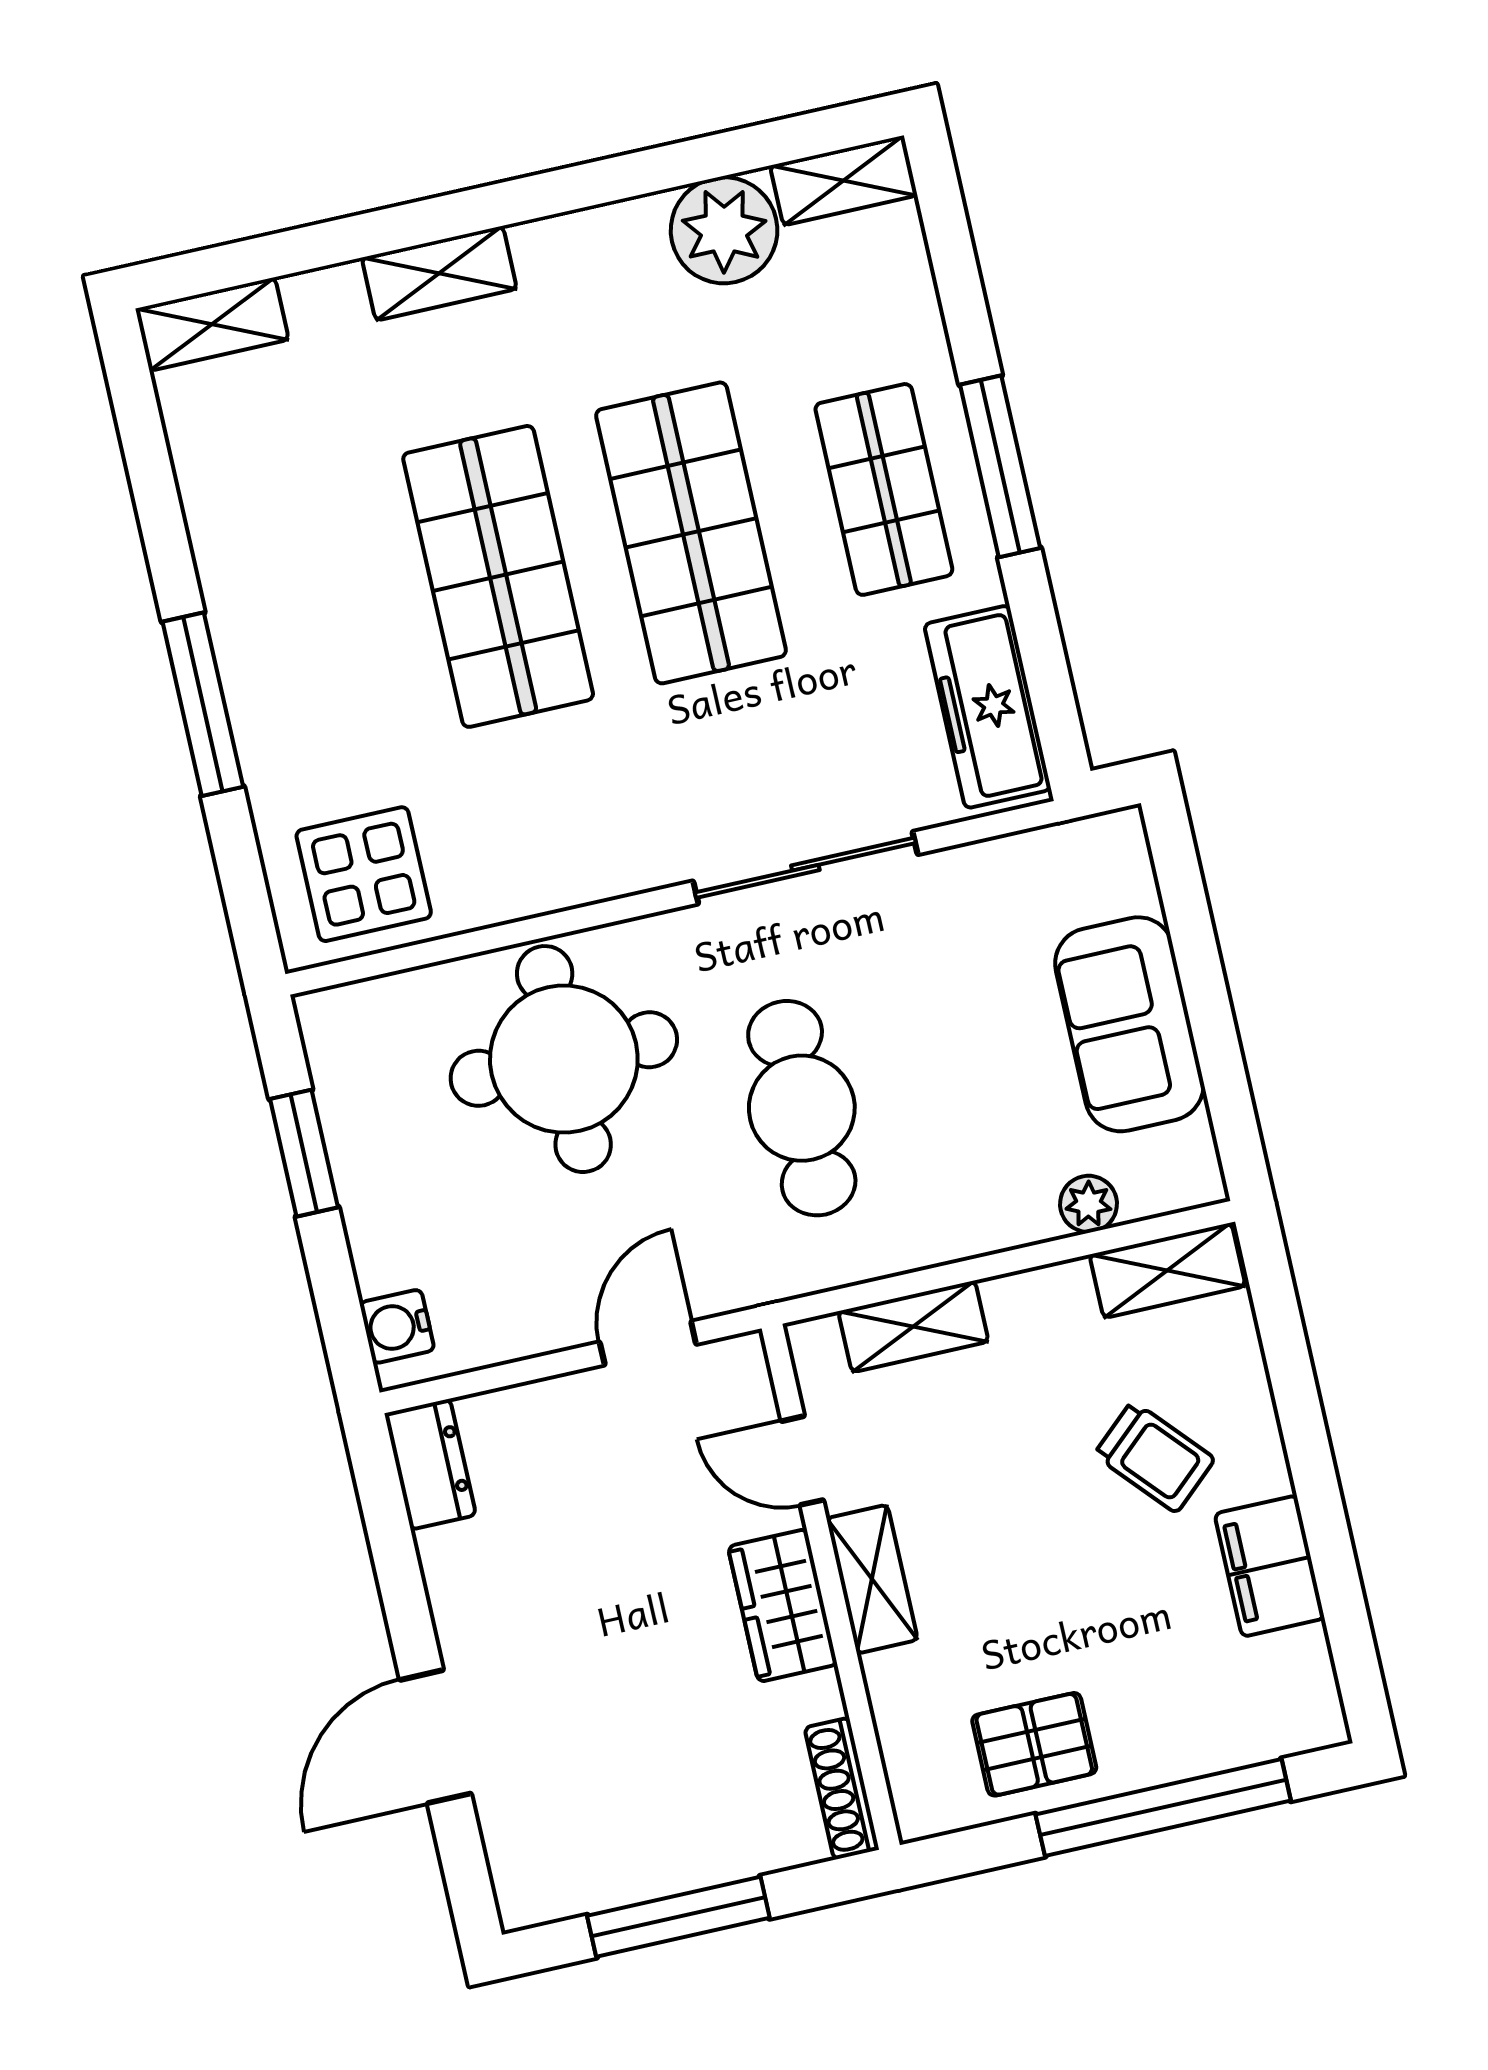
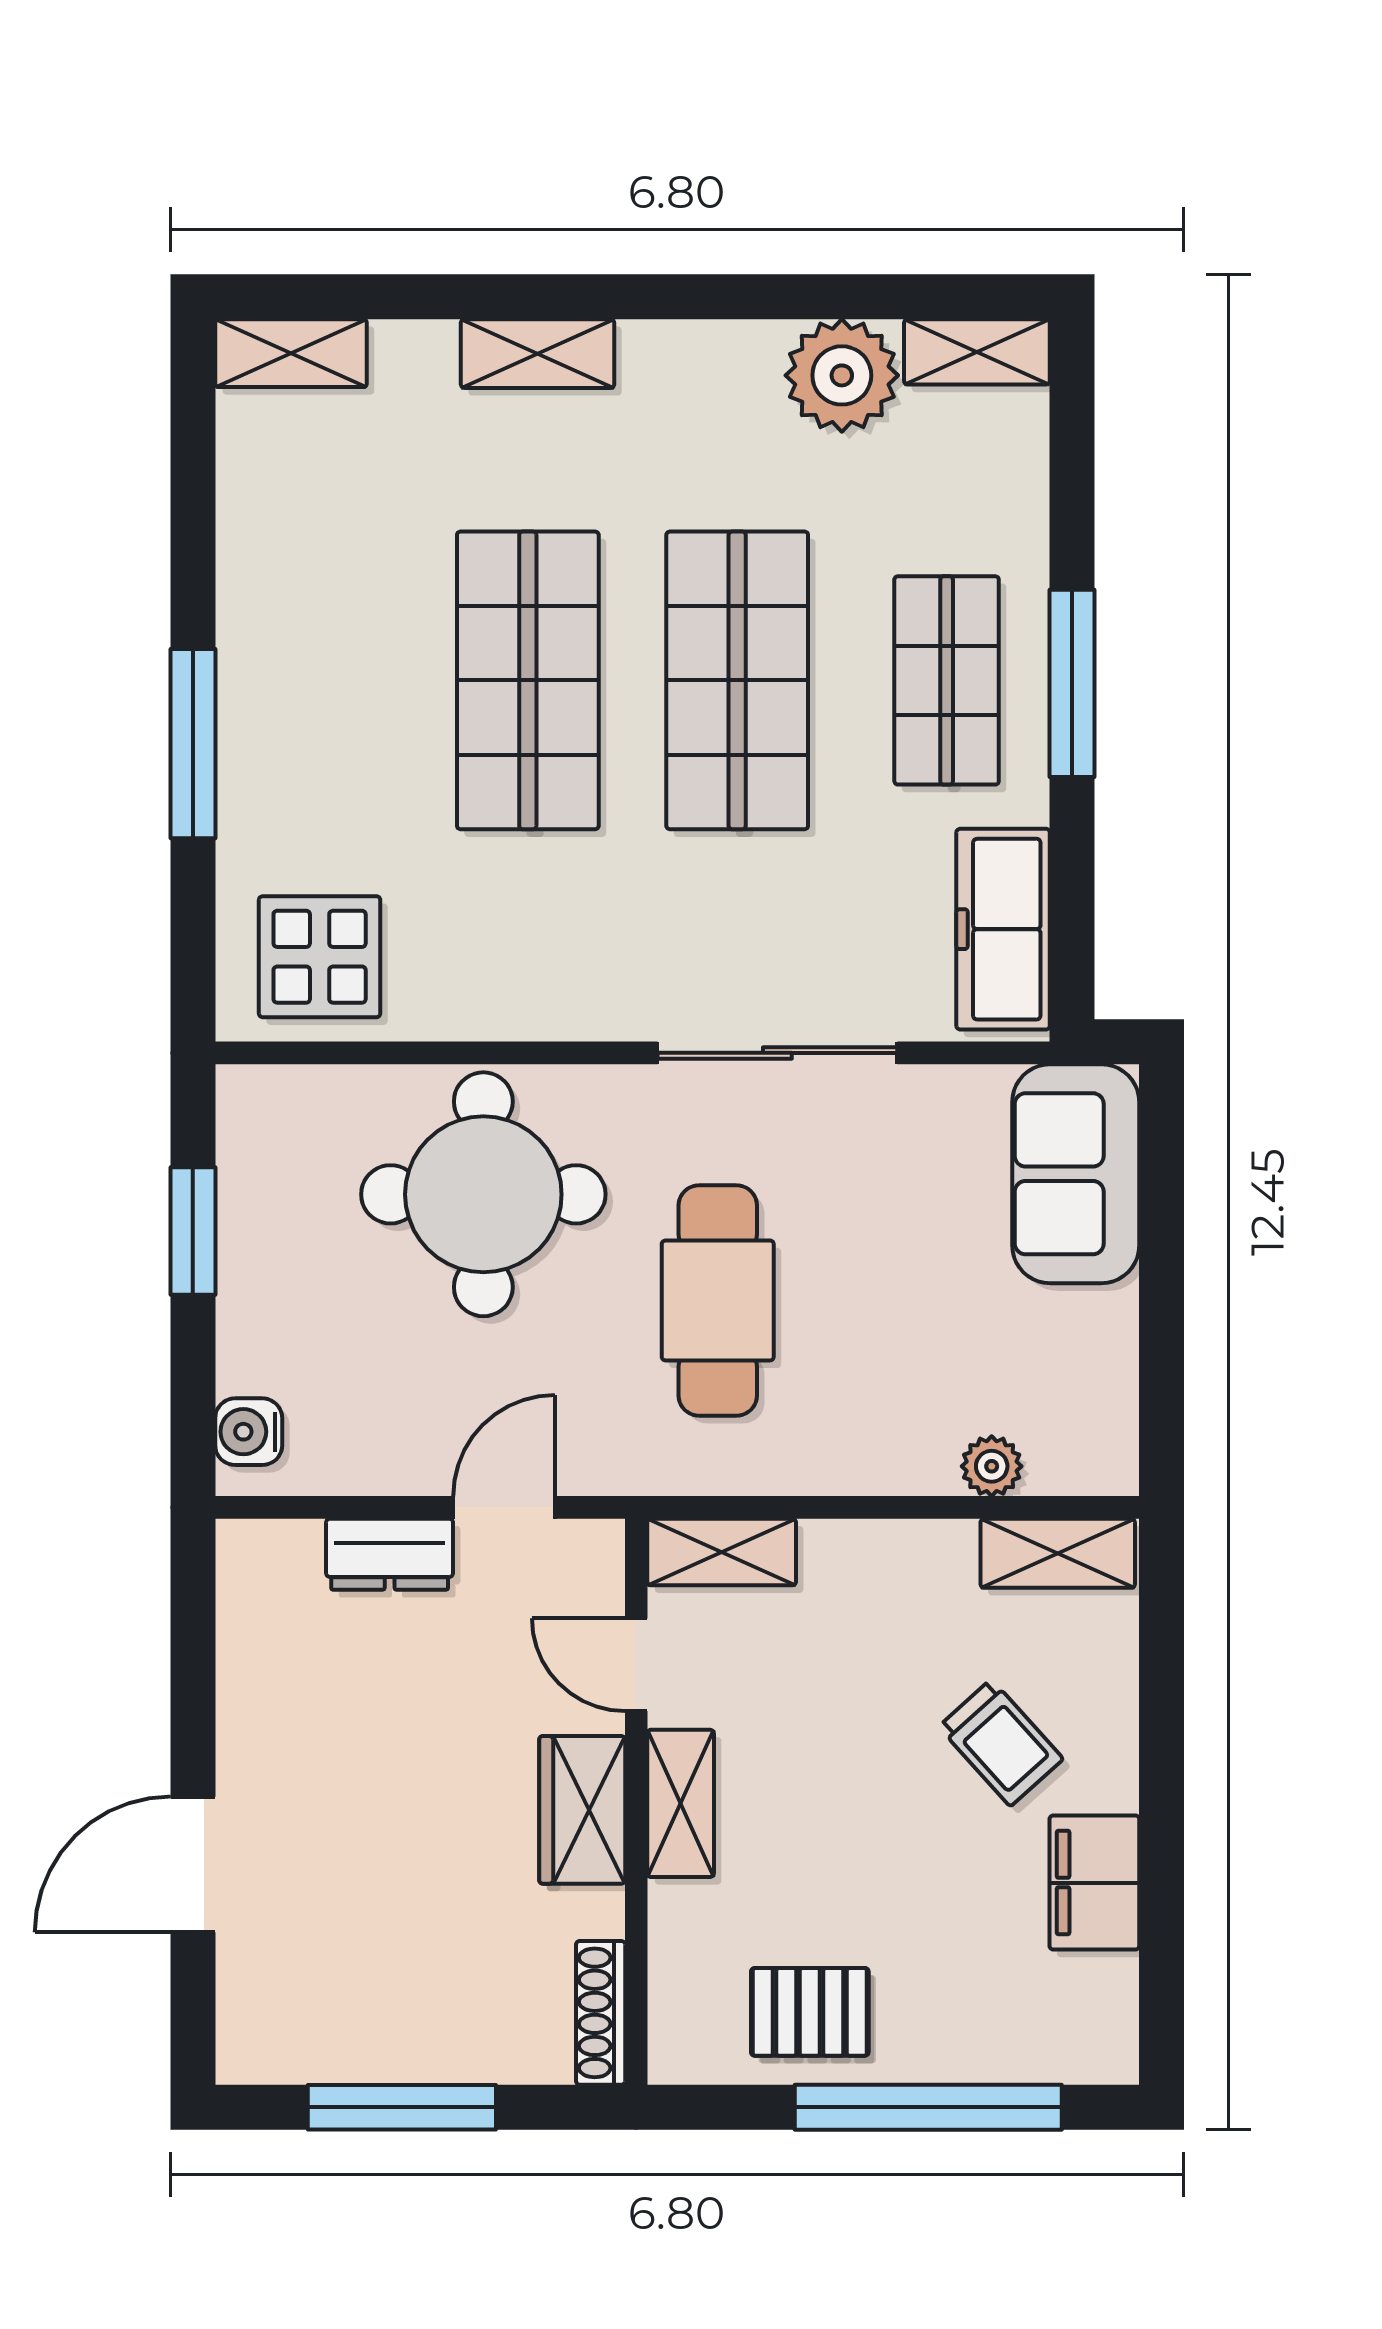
sofa: (1129, 1024) -> (1076, 1174), moved
shelving: (913, 1326) -> (722, 1552), moved
dresser: (430, 1464) -> (390, 1554), moved, turned 90

